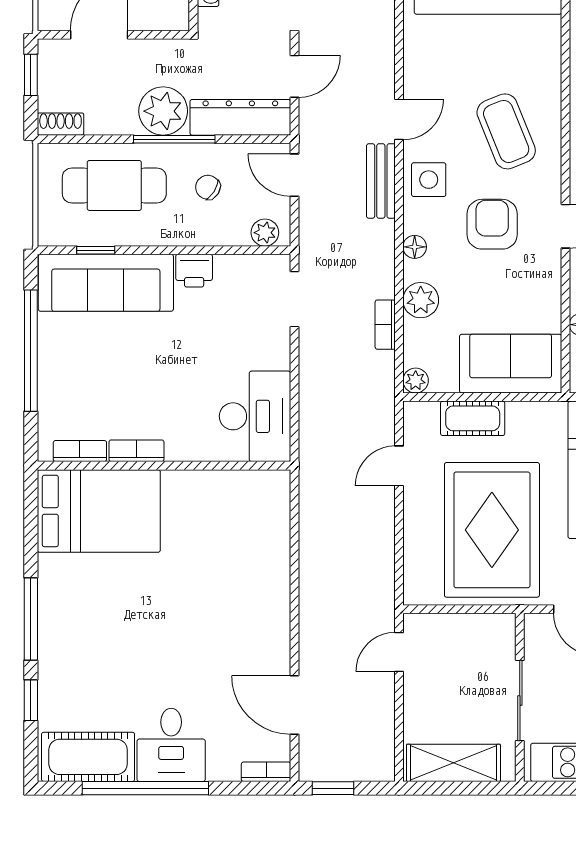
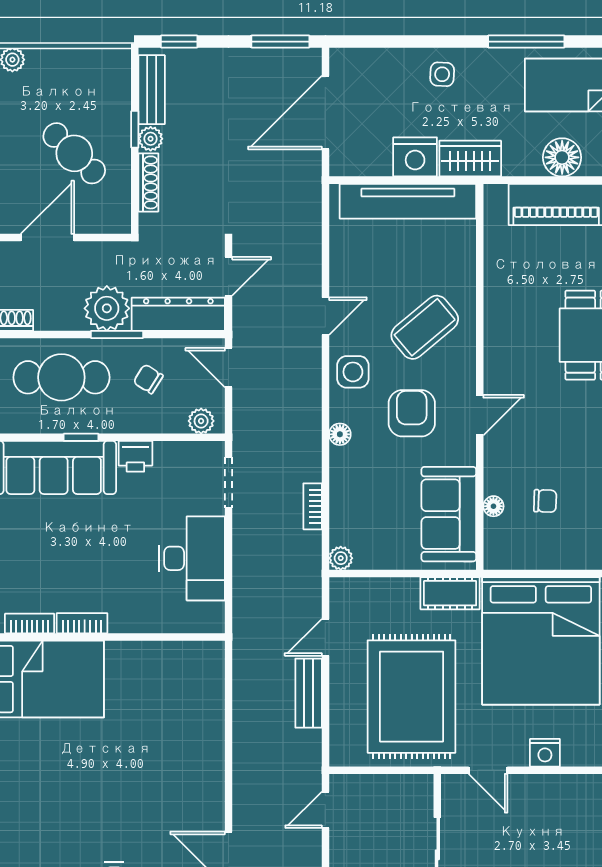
coffee table: (506, 131) -> (425, 327), turned 72
window: (174, 139) -> (117, 334), width x0.69
bench: (381, 181) -> (309, 693), moved
window: (96, 250) -> (81, 437), moved
plant: (421, 300) -> (346, 484), removed
sofa: (511, 364) -> (449, 514), moved, turned -90
desk: (255, 416) -> (192, 558), moved
cot: (473, 418) -> (450, 593), moved

